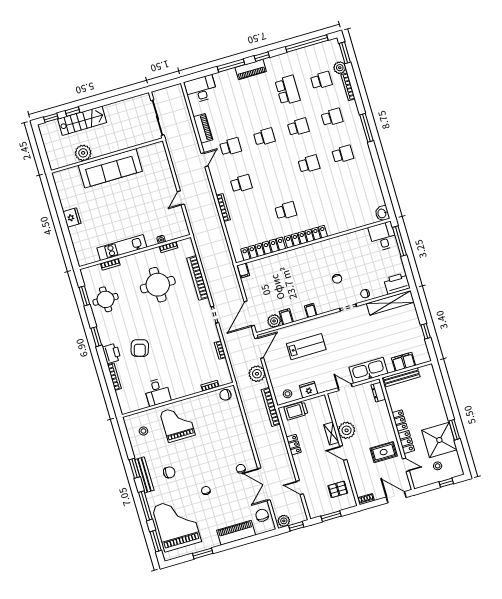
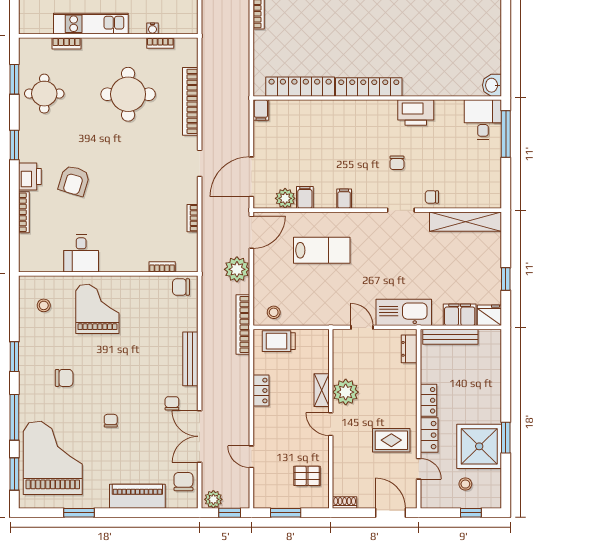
school desk: (286, 211) -> (350, 40), removed
printer: (397, 283) -> (416, 113), moved, turned 180
fridge: (309, 390) -> (489, 315), moved
bench: (144, 475) -> (190, 359), moved

